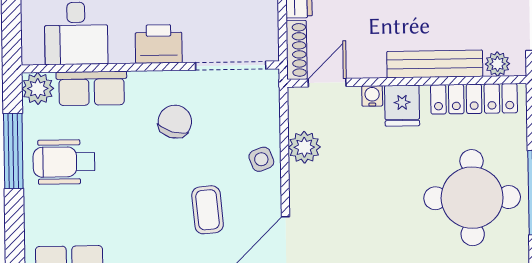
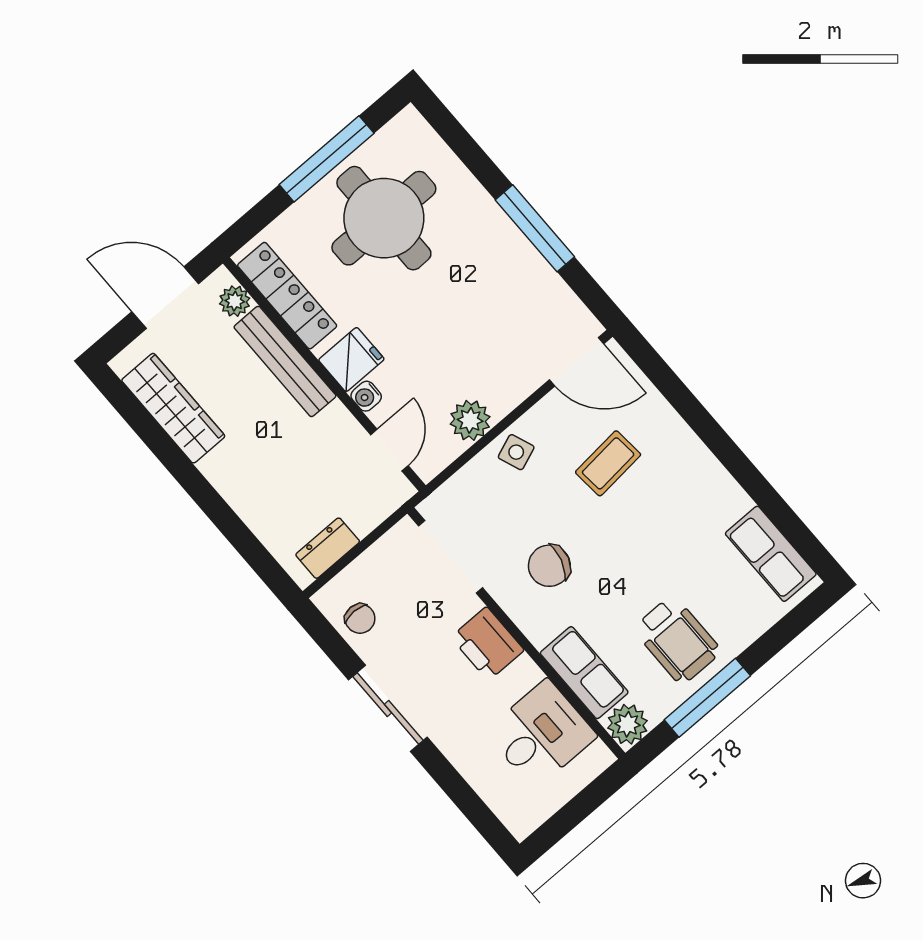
shoe rack: (297, 50) -> (382, 506), removed
door: (327, 83) -> (390, 450), swing flipped

